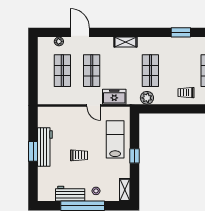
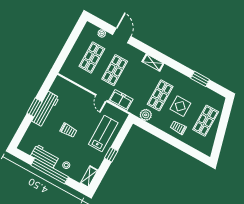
display table: (176, 70) -> (180, 106), added

